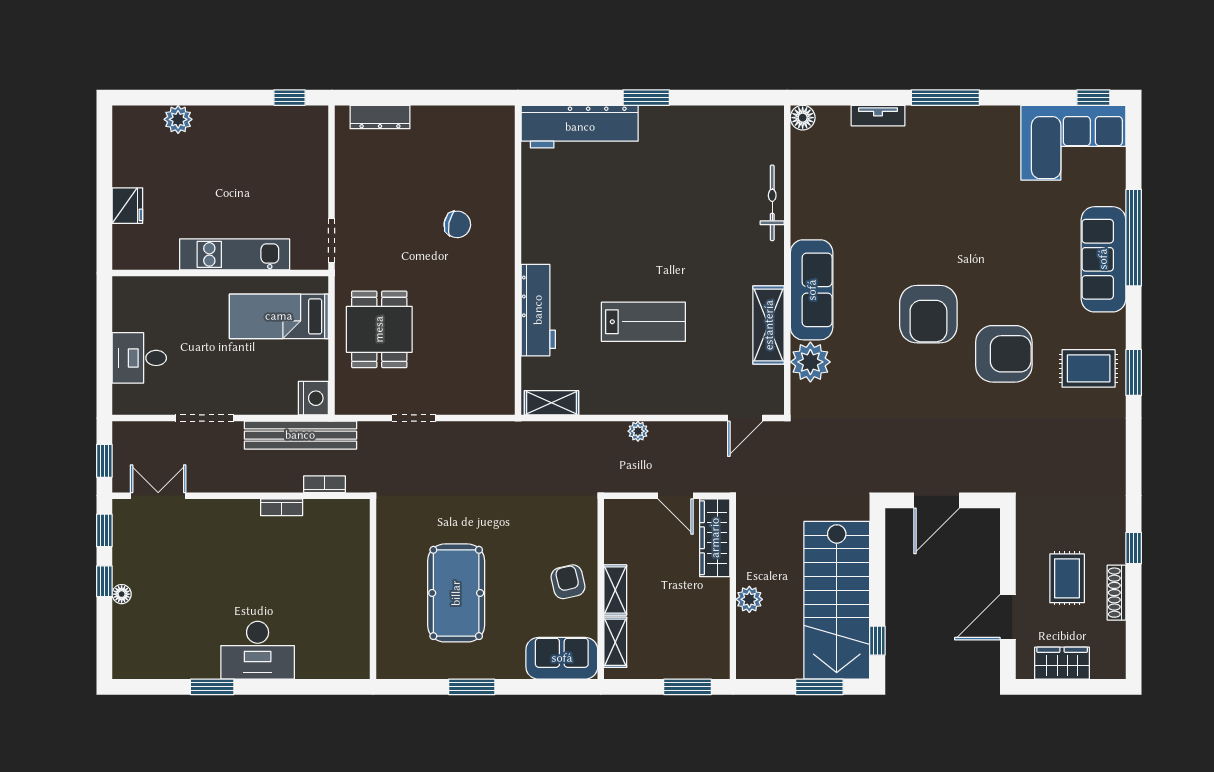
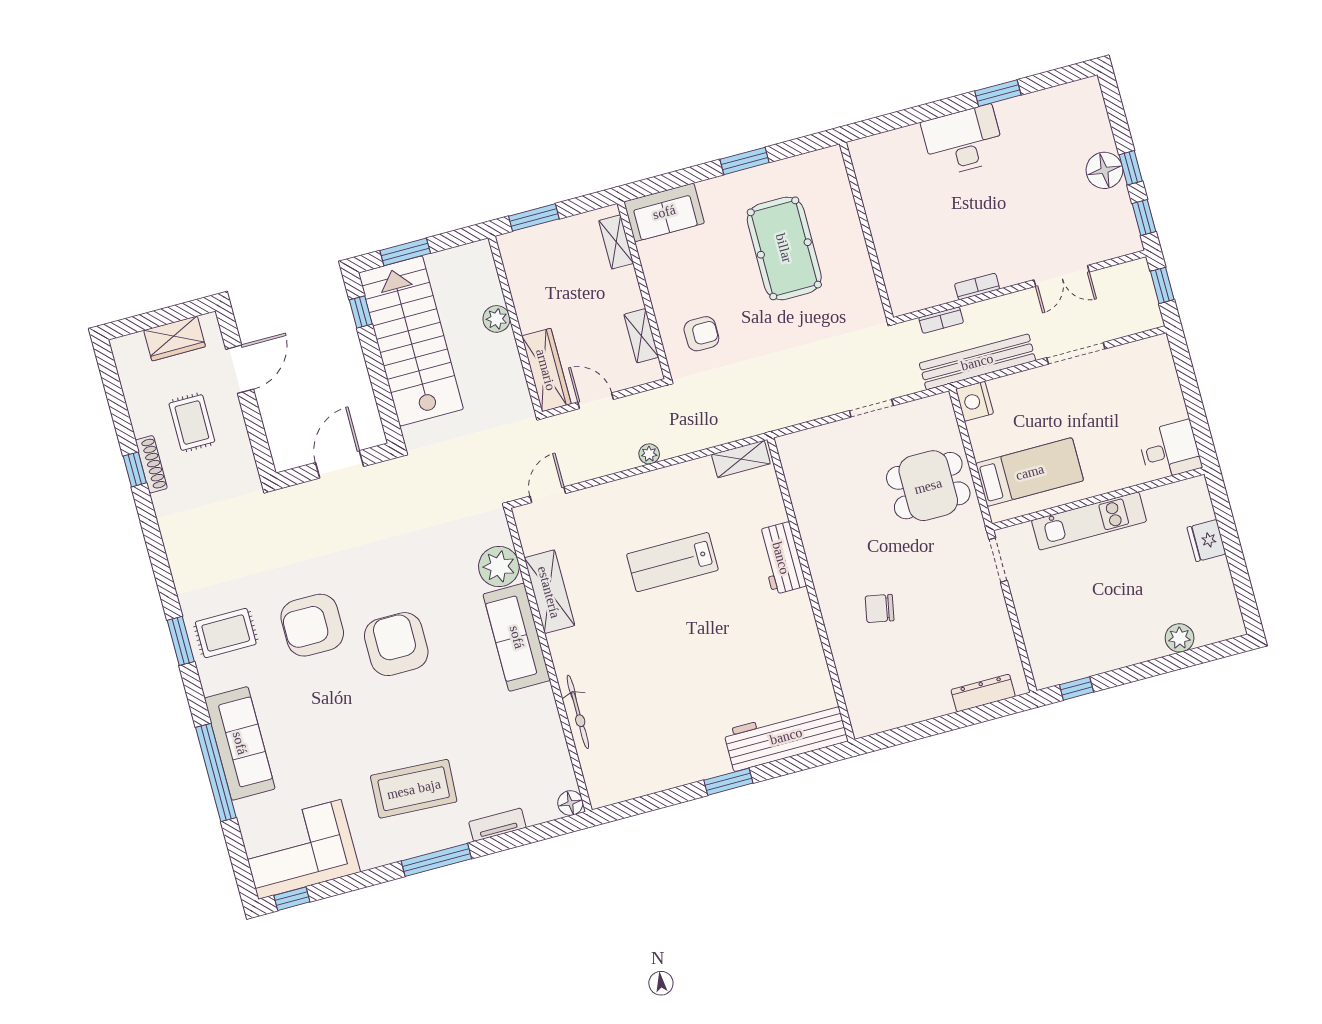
coffee table: (949, 171) -> (414, 789), added
workbench: (538, 310) -> (781, 558), width x0.73
dining table: (379, 329) -> (928, 486), turned 90
desk: (139, 358) -> (1170, 450), moved
double door: (158, 496) -> (1062, 276), moved
armchair: (568, 582) -> (701, 334), moved, turned -77
shelving: (615, 590) -> (641, 336), moved
shoe rack: (1117, 593) -> (151, 464), moved
floor lamp: (122, 594) -> (1104, 170), width x1.89, depth x1.89

